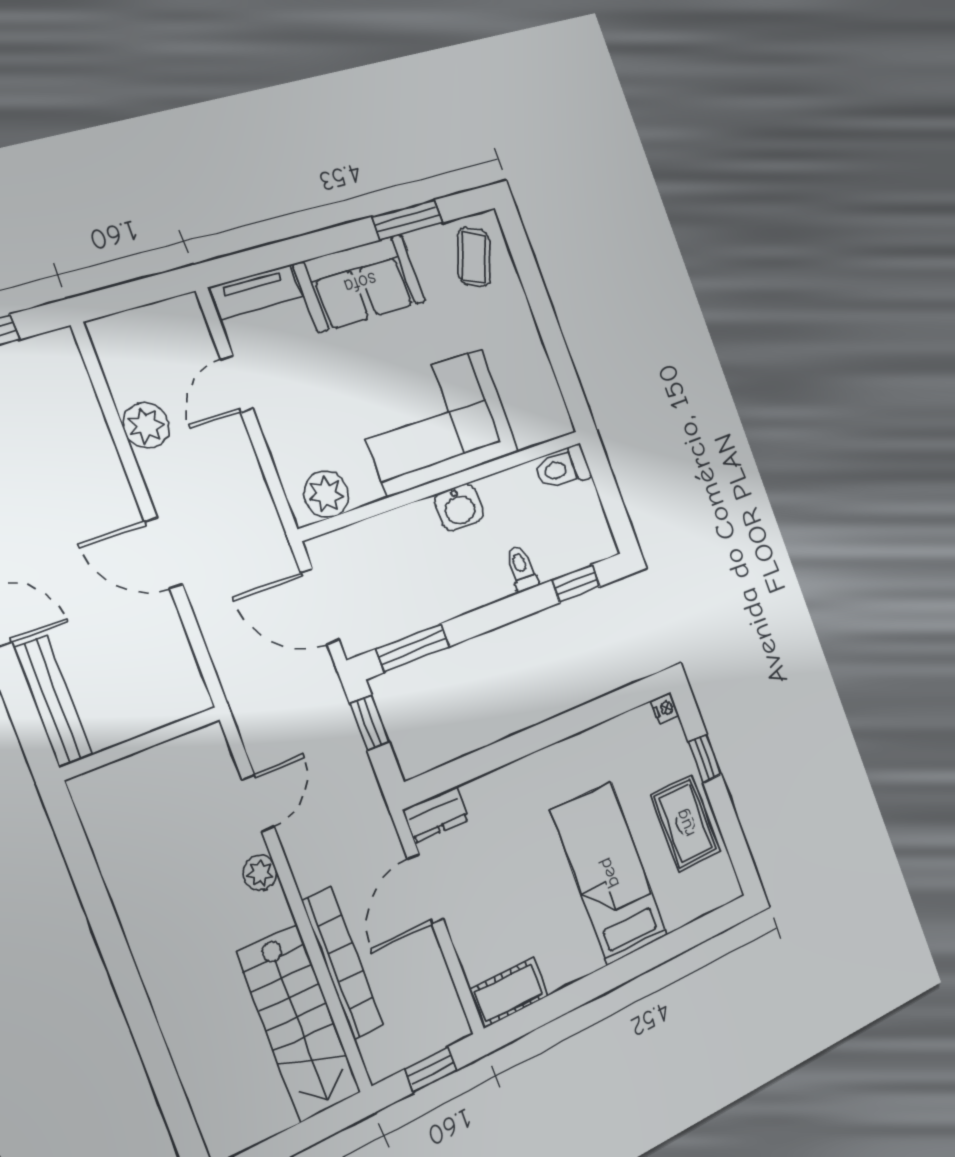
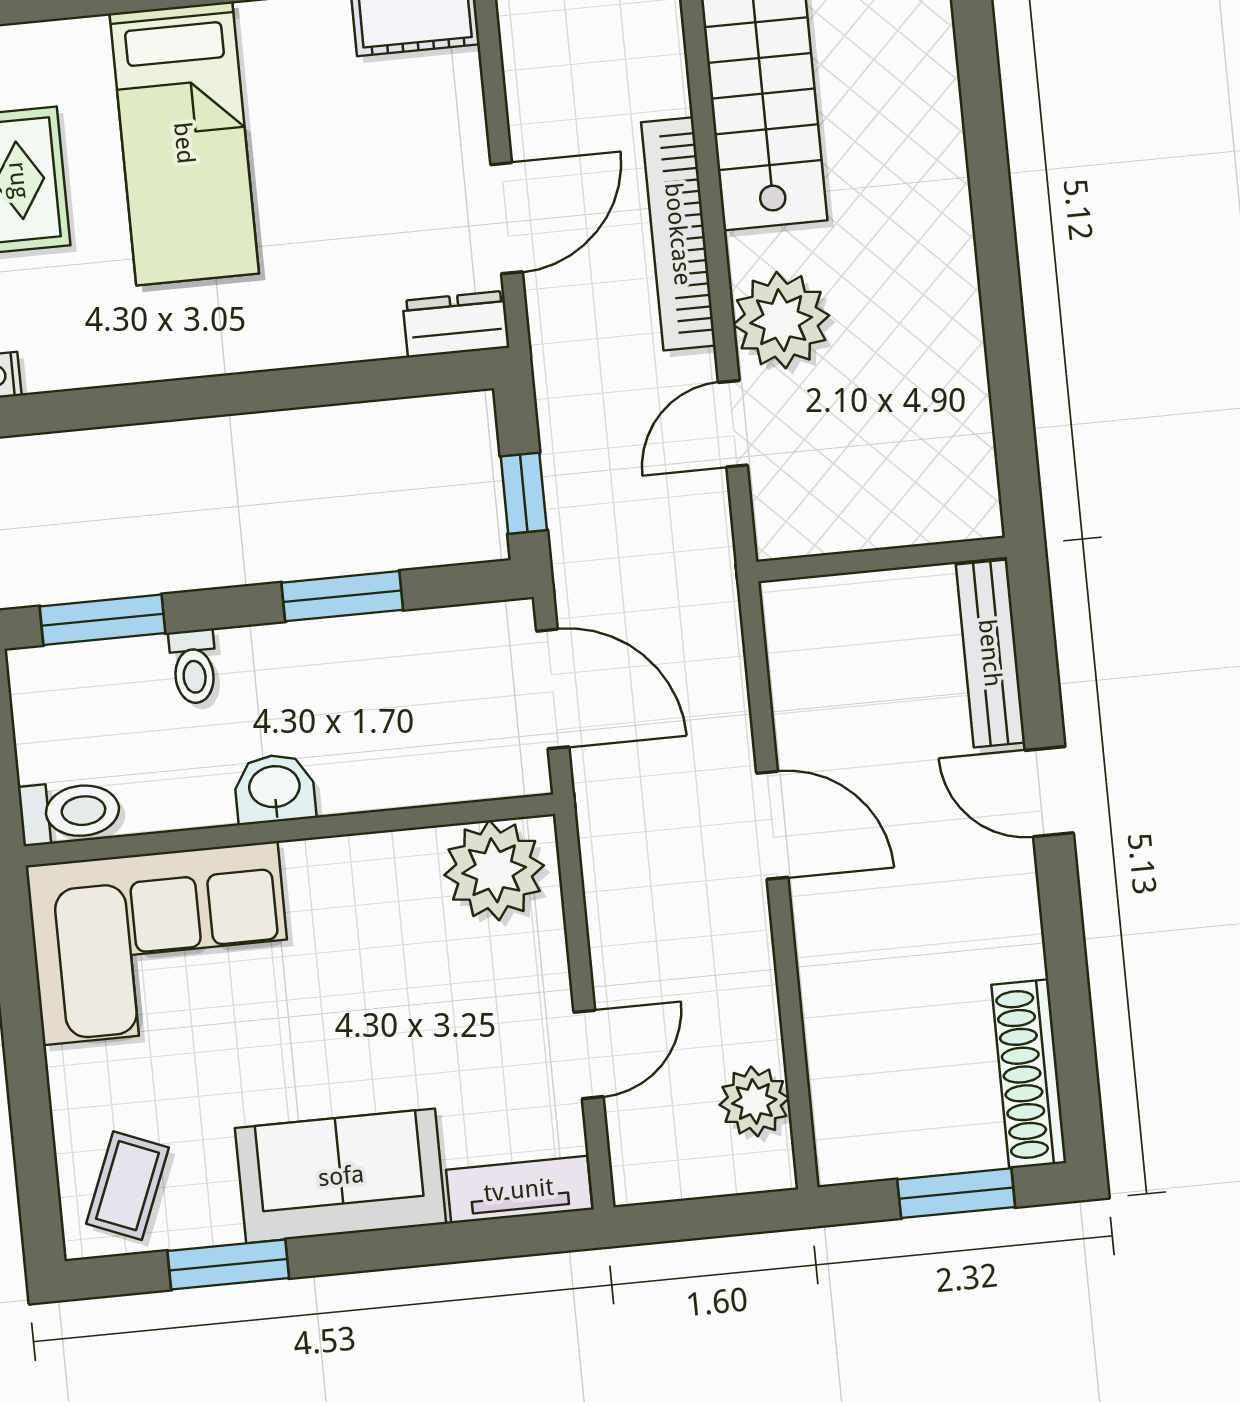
corner sofa: (435, 422) -> (160, 943), moved
plant: (146, 426) -> (754, 1101), moved
plant: (326, 494) -> (494, 870), width x1.36, depth x1.36
window: (576, 583) -> (103, 620), width x1.50
window: (413, 648) -> (342, 596), moved
plant: (260, 873) -> (781, 320), width x1.88, depth x1.88
bookcase: (343, 963) -> (678, 234), moved

